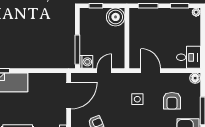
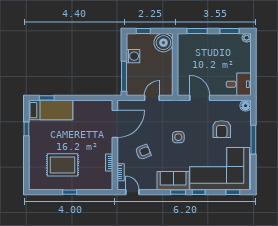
washing machine: (86, 62) -> (133, 56), moved
side table: (137, 99) -> (178, 137), moved

